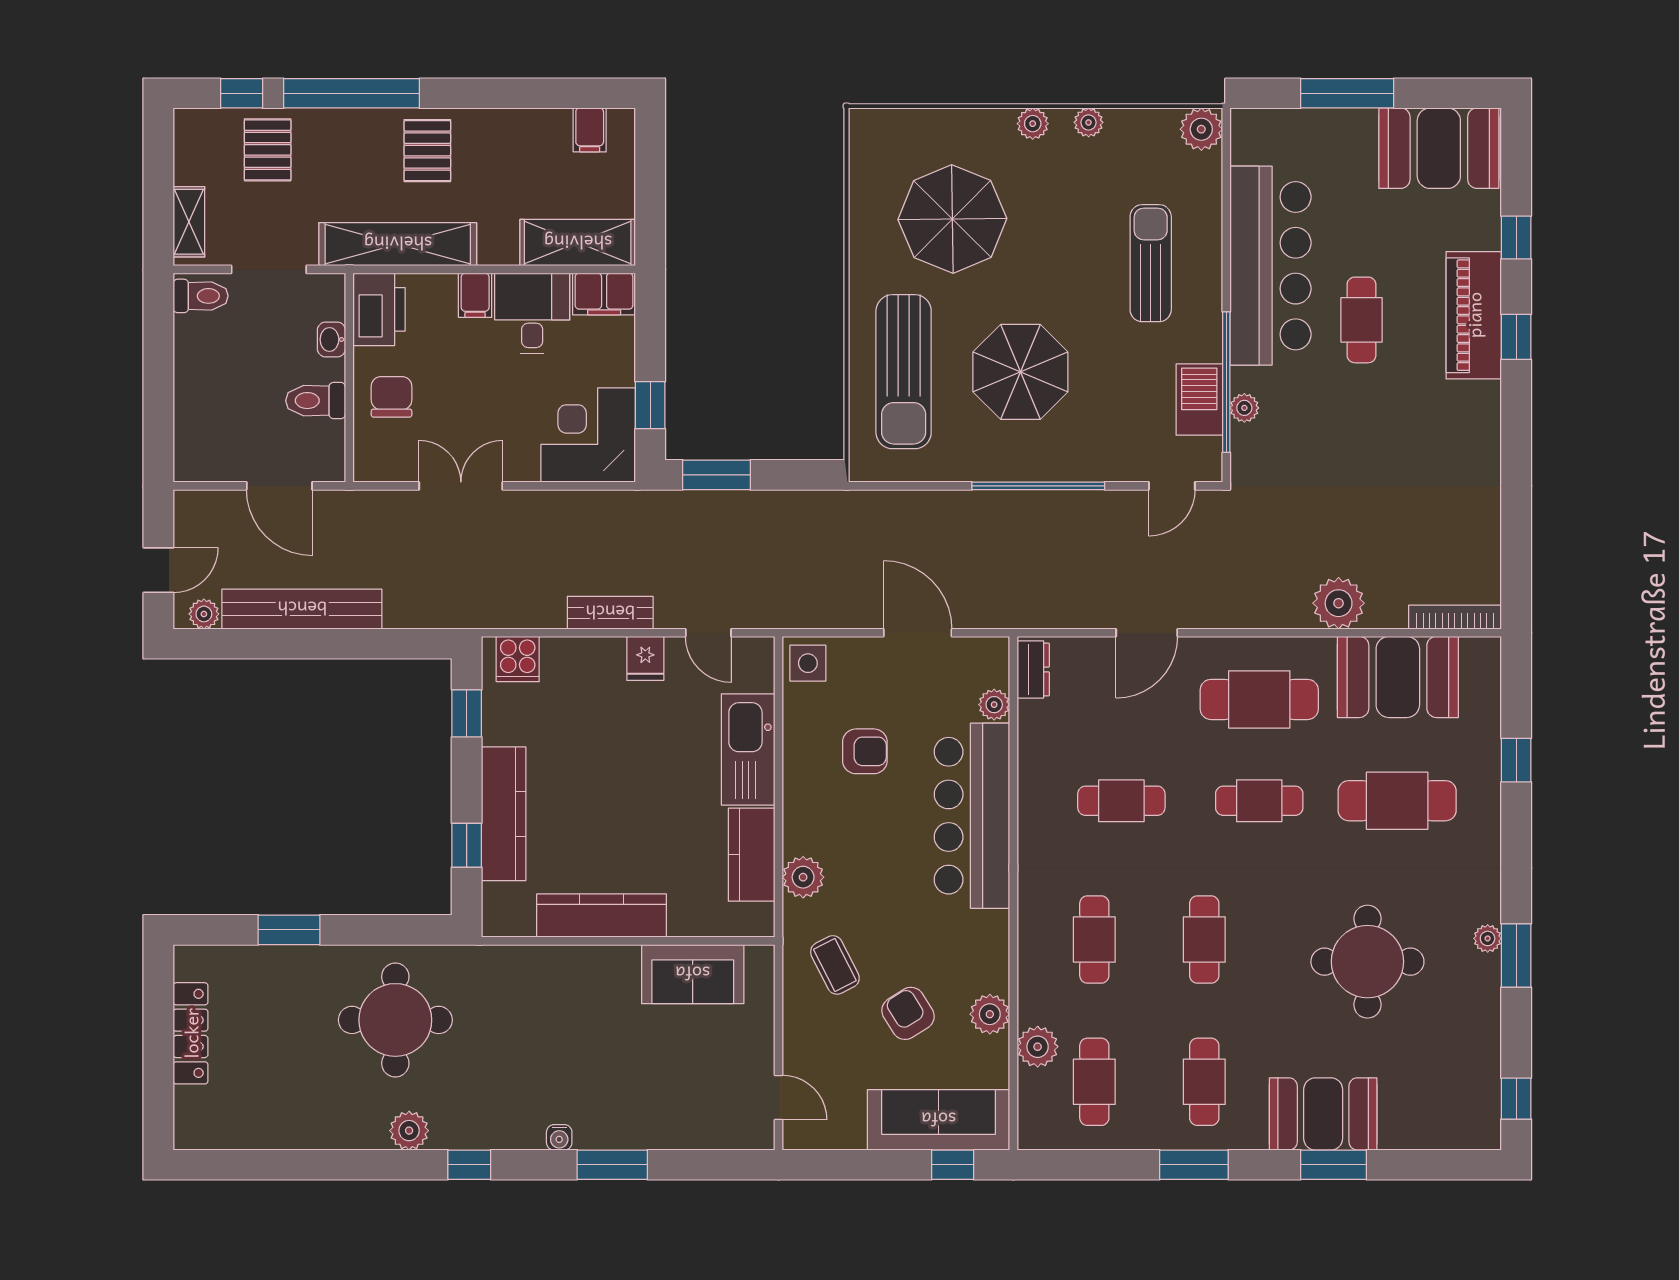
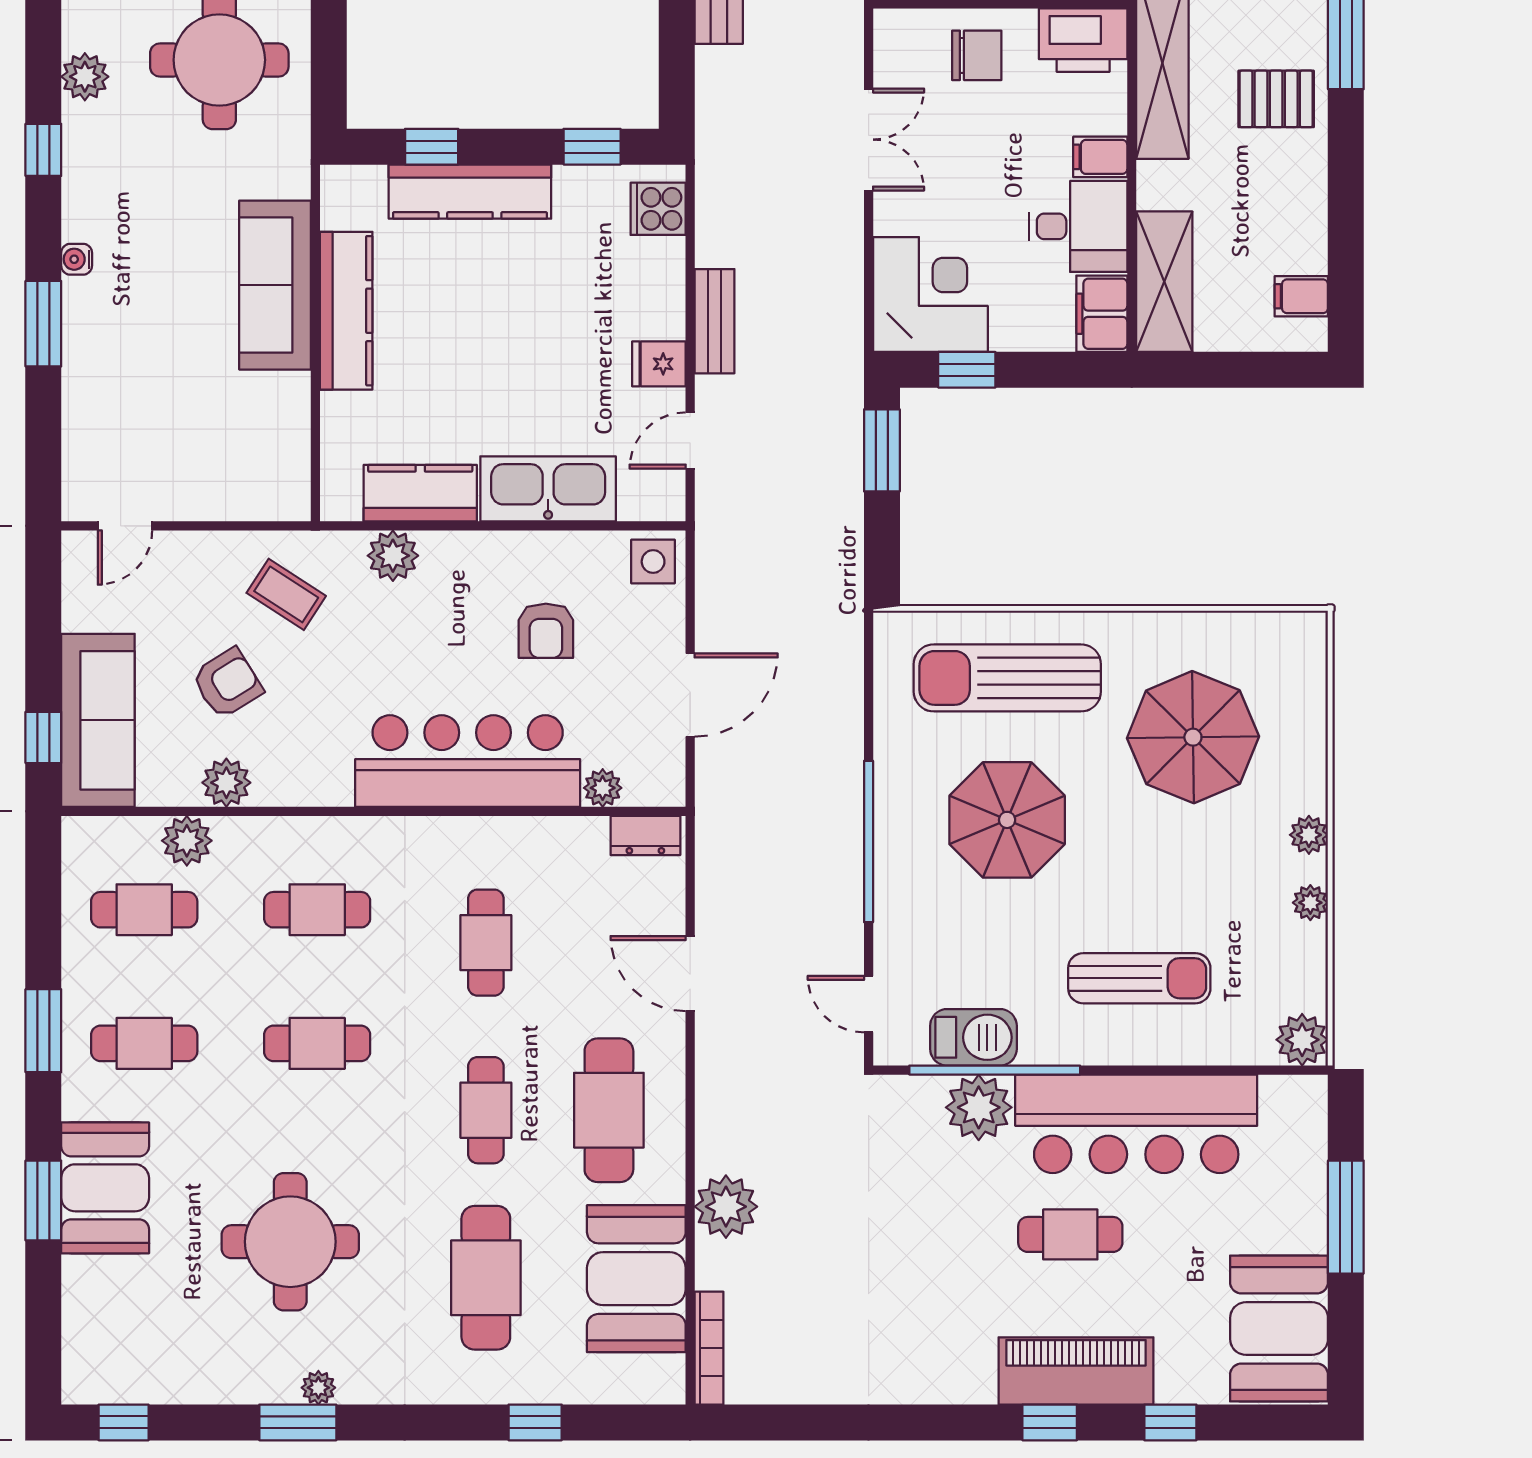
plant: (1244, 408) -> (979, 1107), width x1.88, depth x1.88
coffee table: (835, 965) -> (286, 594), turned 60
sofa: (693, 974) -> (275, 285), moved, width x1.36

